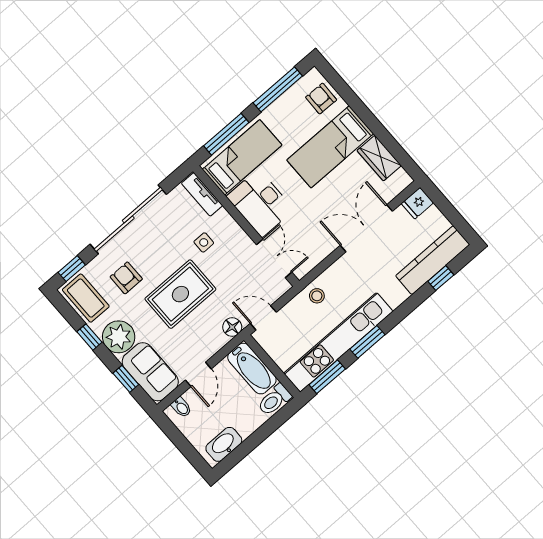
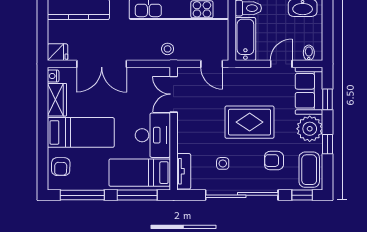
nightstand: (402, 177) -> (53, 76), added
side table: (204, 242) -> (223, 163), moved
armchair: (126, 278) -> (274, 161), turned 90
floor lamp: (232, 327) -> (235, 75), removed

